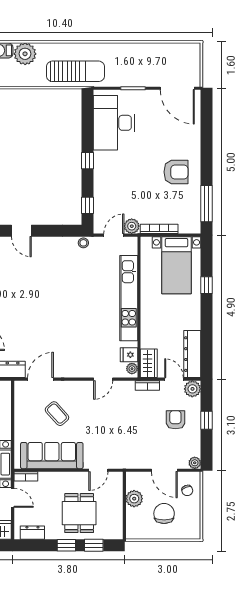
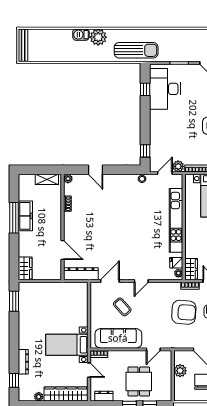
window: (88, 161) -> (145, 89), moved
door: (103, 379) -> (141, 281), moved
armchair: (139, 421) -> (184, 312), added

